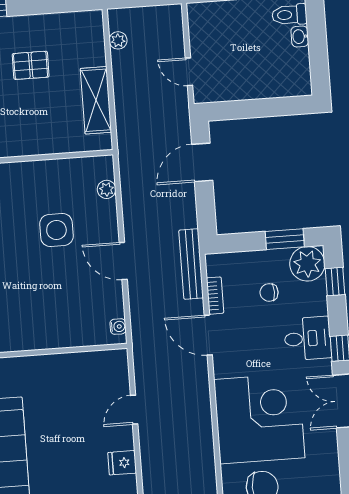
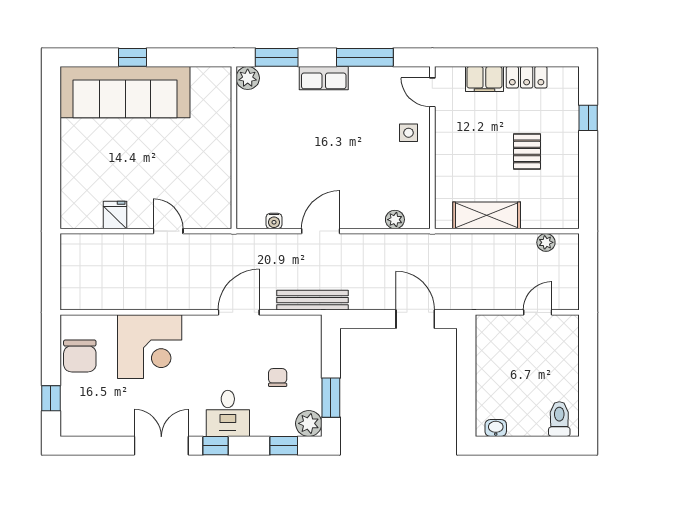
washbasin: (300, 36) -> (496, 428), moved
door: (189, 72) -> (538, 312), moved
side table: (56, 230) -> (409, 133), moved, width x0.54, depth x0.54
plant: (307, 264) -> (309, 423), width x0.73, depth x0.73
bookcase: (215, 296) -> (279, 322), removed
water cooler: (118, 327) -> (274, 221), moved
corner desk: (259, 419) -> (150, 347), width x0.74, depth x0.74

